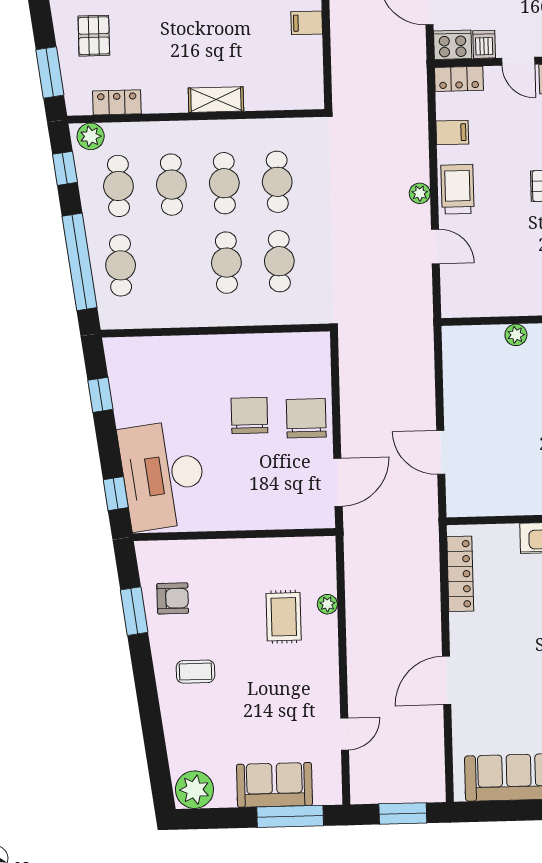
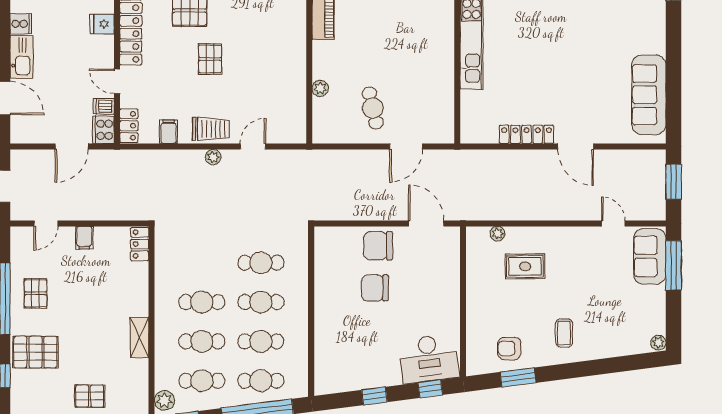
door: (518, 61) -> (117, 81), swing flipped
shelving: (216, 100) -> (140, 337), moved
locker: (117, 102) -> (140, 244), moved
cafe table: (277, 182) -> (261, 341), moved
trolley: (457, 189) -> (211, 129), turned 180
window: (100, 395) -> (374, 396), moved
cafe table: (491, 406) -> (373, 108), added
desk: (163, 475) -> (429, 359), width x0.73, depth x0.77
locker: (460, 574) -> (527, 134), moved
armchair: (173, 598) -> (509, 348), turned -90
plant: (327, 604) -> (497, 234), moved
sofa: (274, 785) -> (650, 256), moved
plant: (194, 790) -> (658, 343), width x0.53, depth x0.53

